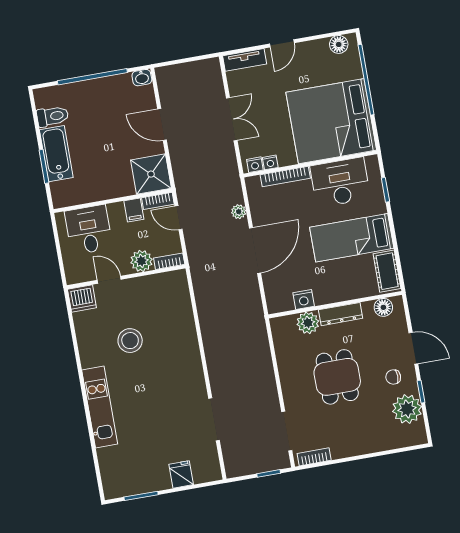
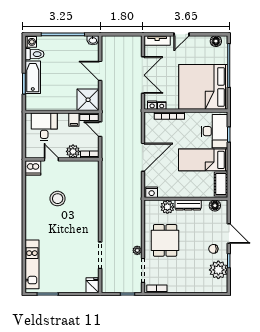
washing machine: (43, 98) -> (31, 42), added
double door: (232, 119) -> (143, 75), width x1.37
desk: (340, 182) -> (214, 131), moved, turned 90
plant: (239, 212) -> (137, 250), moved
nightstand: (304, 300) -> (152, 192), moved
dining table: (337, 377) -> (165, 240), moved
kitchen unit: (100, 407) -> (32, 264), moved
fridge: (181, 474) -> (93, 285), moved

